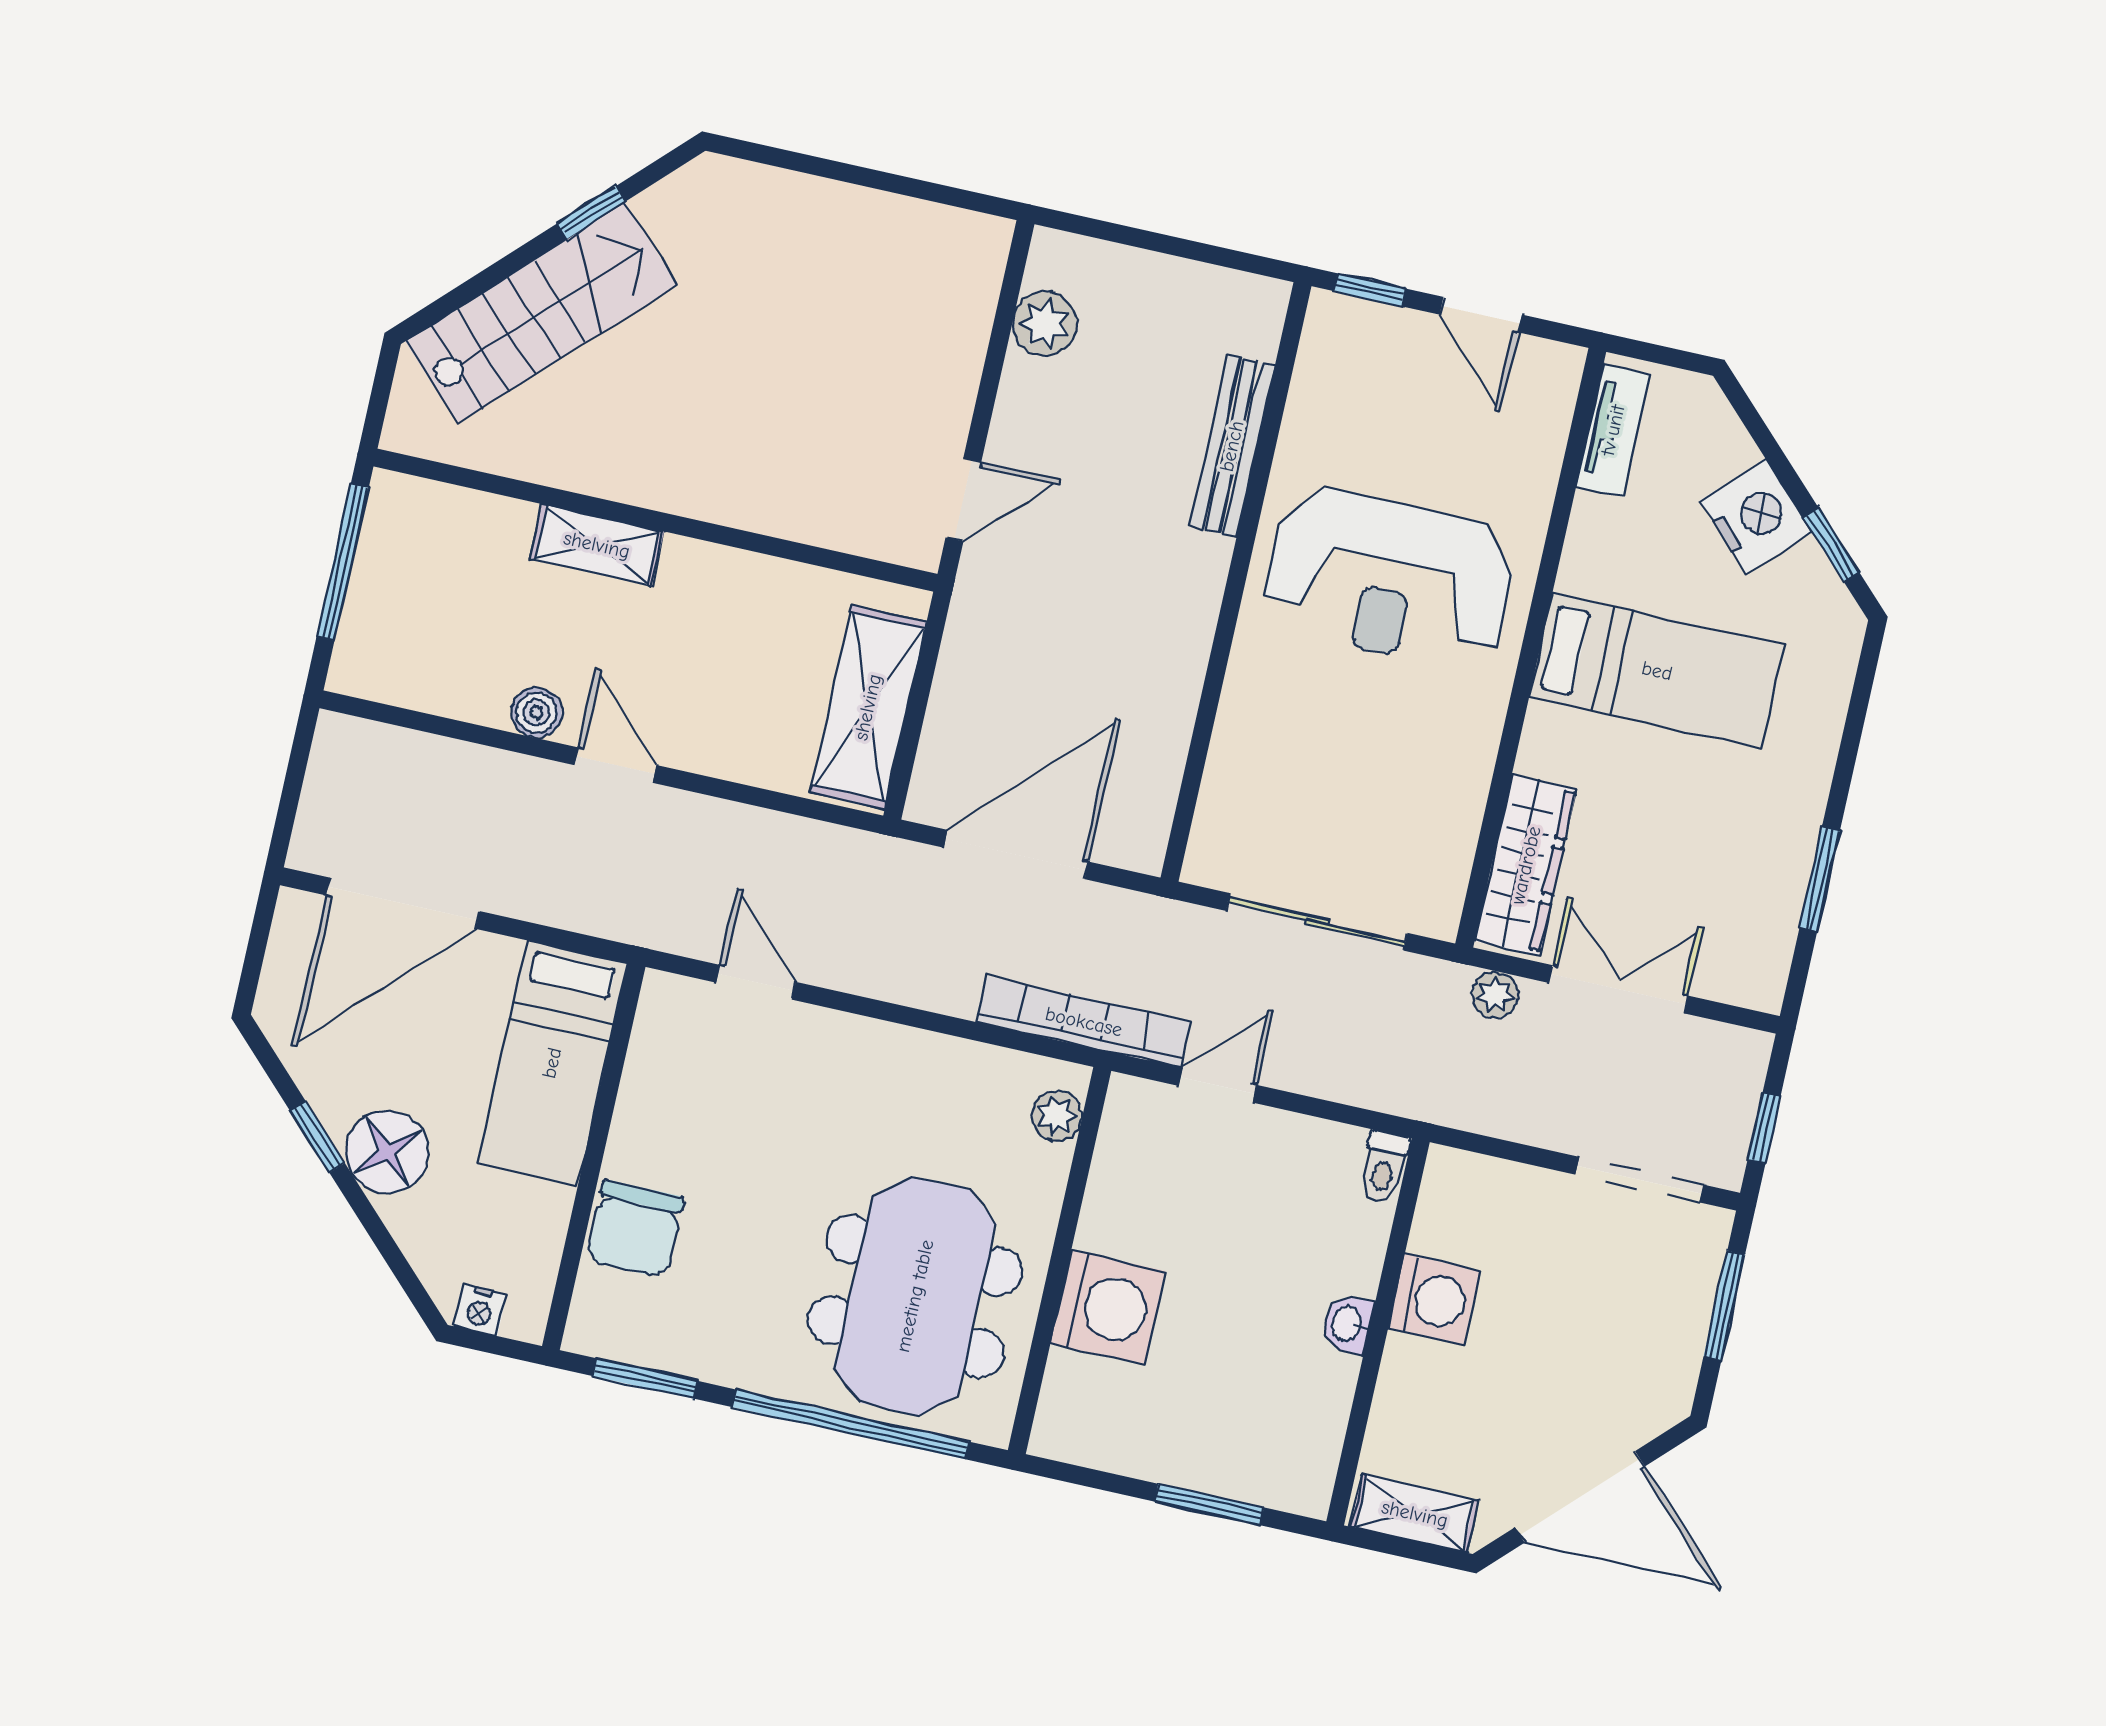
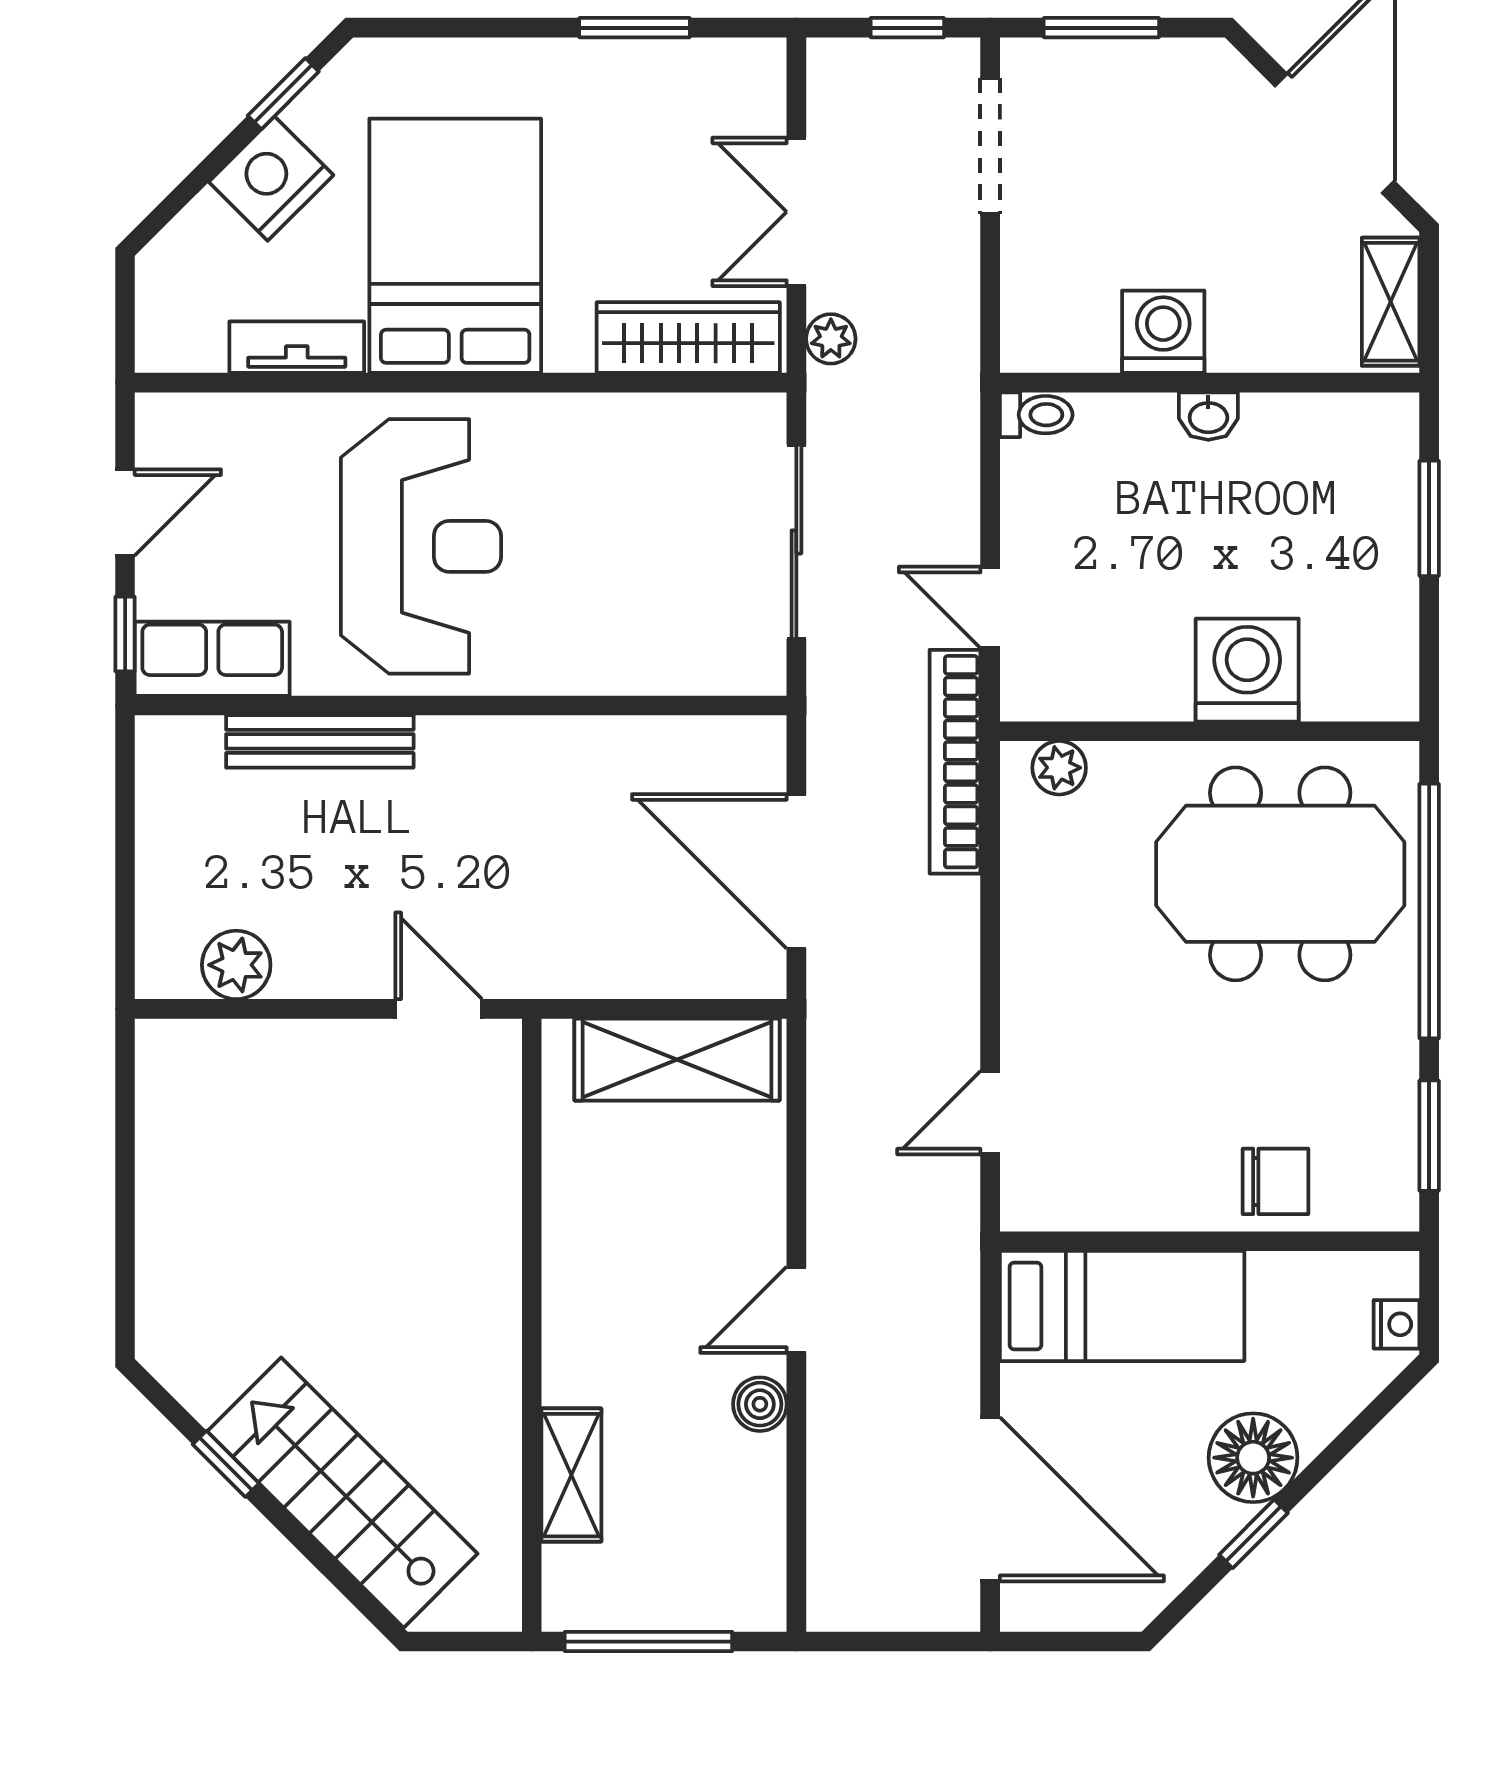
row of seats: (1329, 364) -> (212, 659), added
tv unit: (1613, 430) -> (297, 347), moved
shelving: (597, 545) -> (571, 1475), moved
bed: (1657, 671) -> (455, 246), width x1.50
chair: (635, 1229) -> (1276, 1181), width x0.73, depth x0.73

